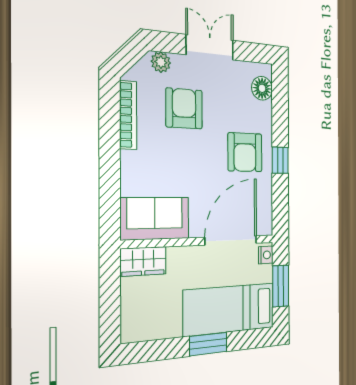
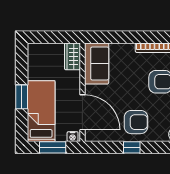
armchair: (245, 152) -> (136, 122), turned 180

